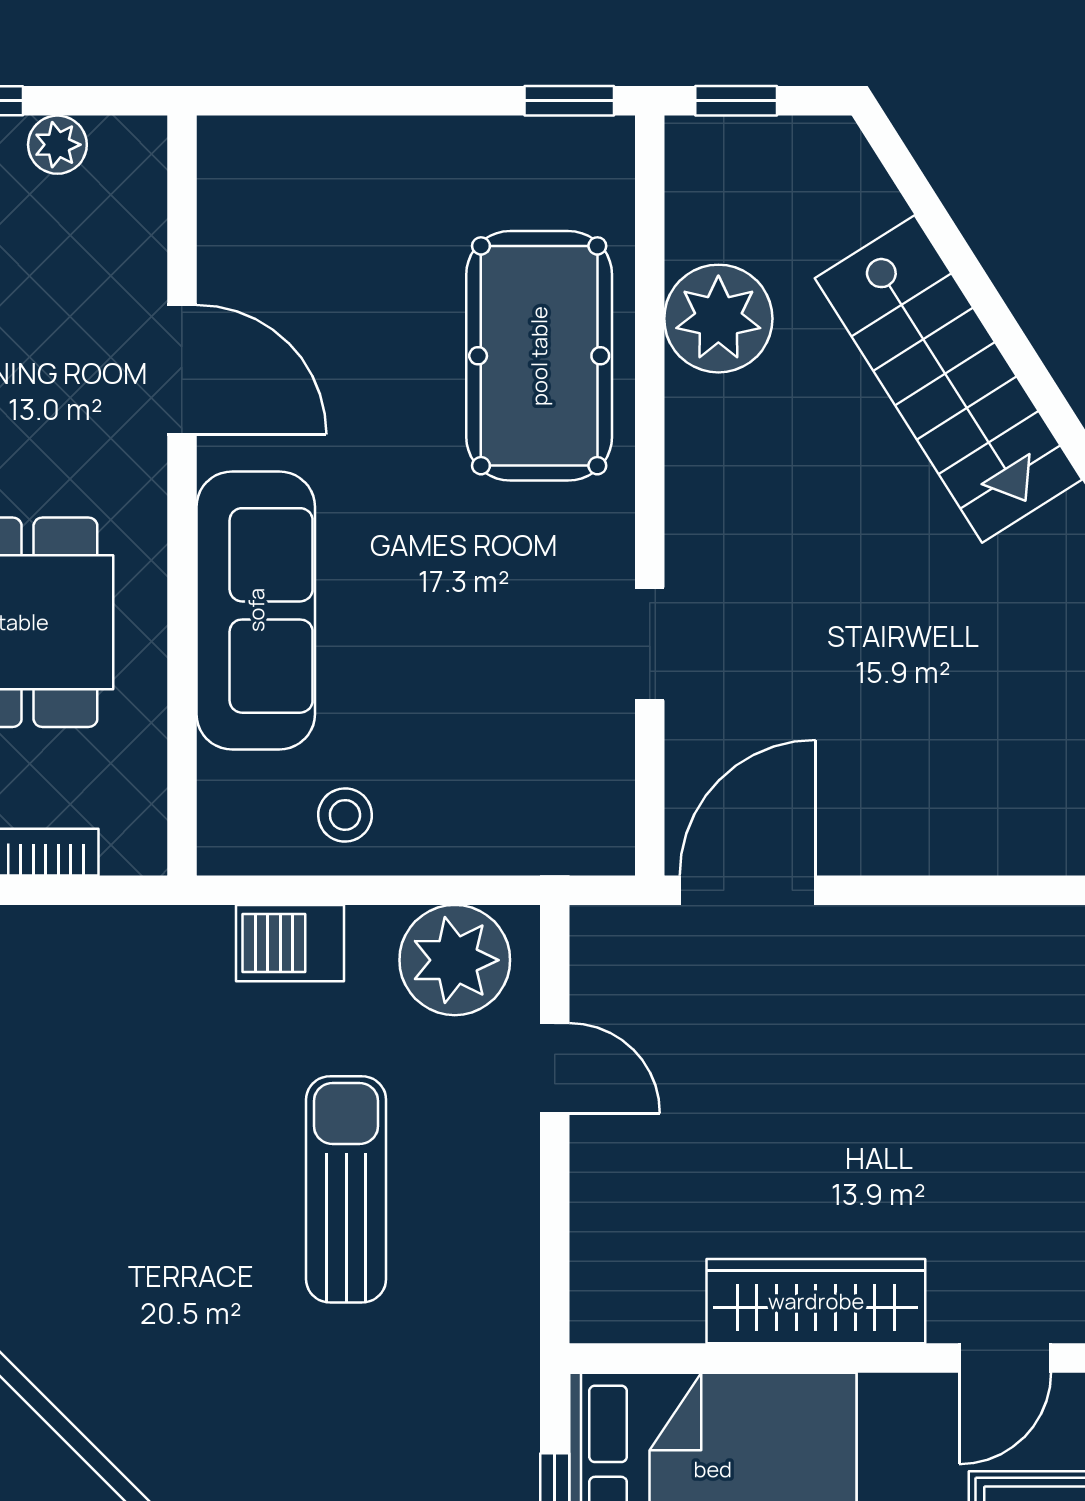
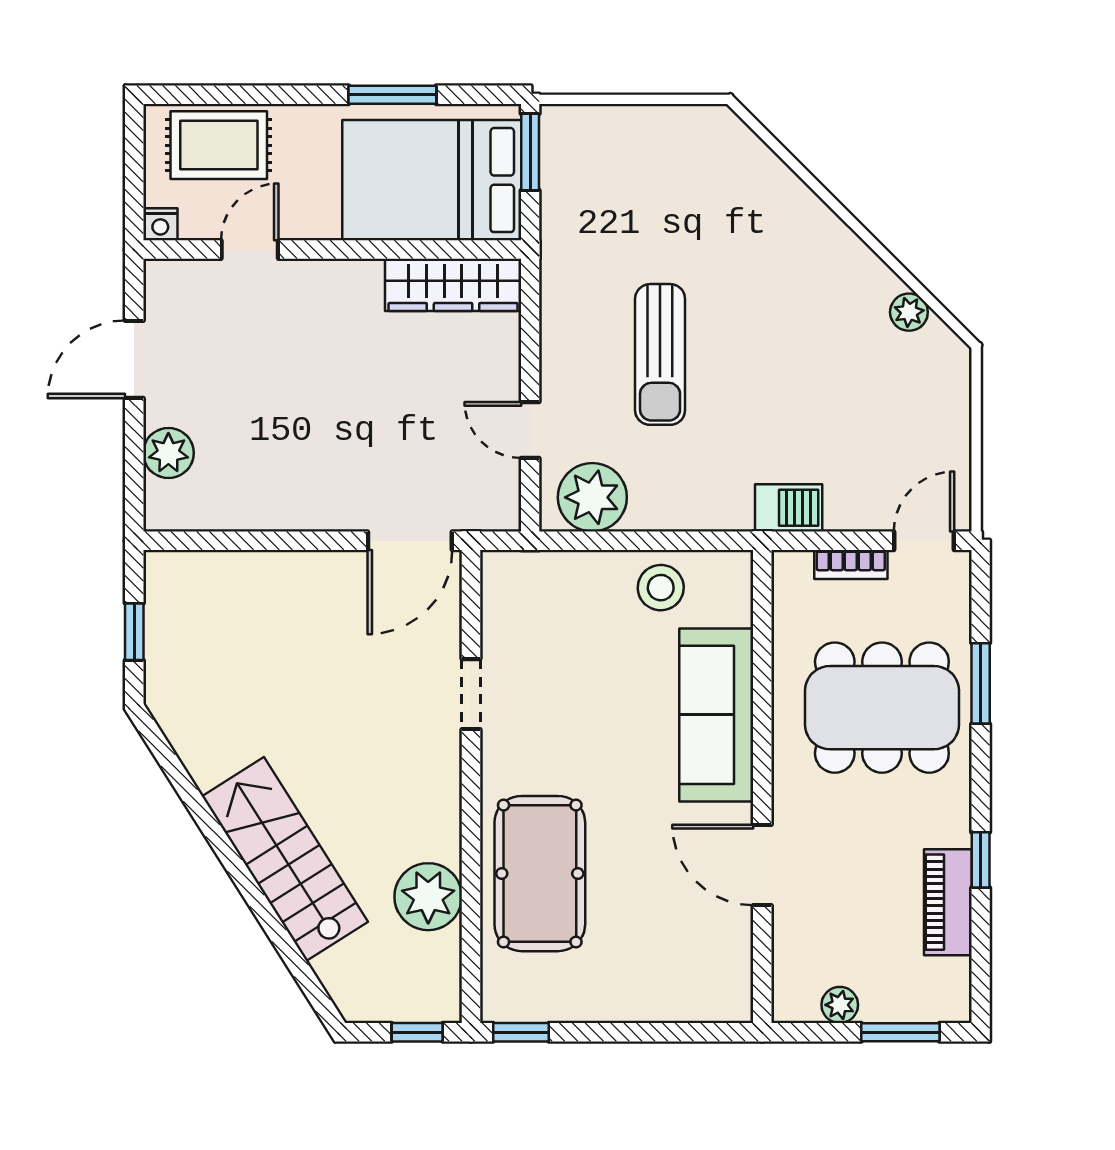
stool: (345, 815) -> (661, 588), width x1.37, depth x1.37
barbecue: (290, 943) -> (789, 508), moved
wardrobe: (816, 1301) -> (453, 285), moved

